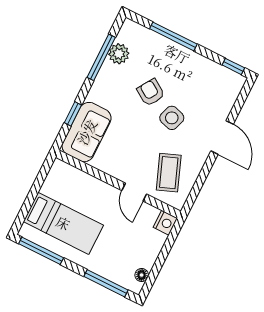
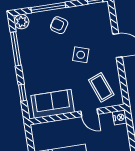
plant: (119, 54) -> (21, 22), moved
armchair: (151, 92) -> (59, 25), moved
sofa: (87, 132) -> (53, 104), moved, turned -90

